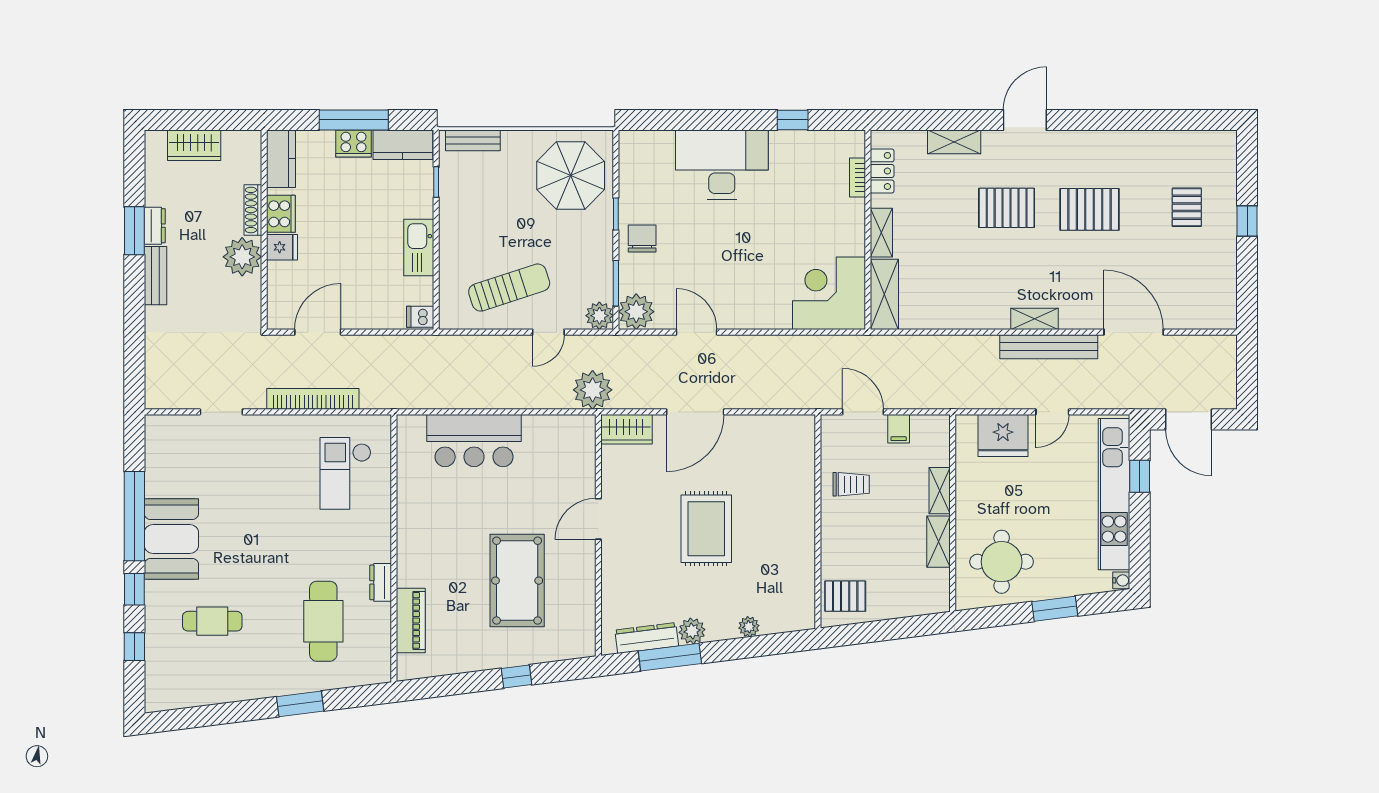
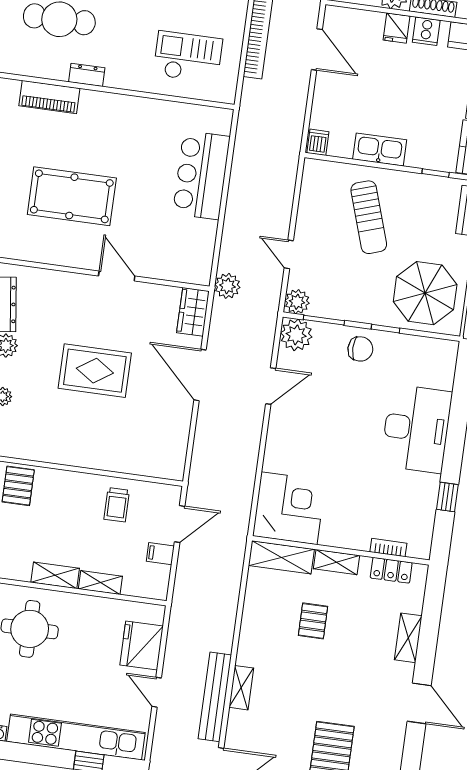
pallet: (1007, 208) -> (313, 621), moved, width x0.67, depth x0.71
cooker: (281, 214) -> (426, 31), width x0.73
sun lounger: (509, 288) -> (369, 217), moved
plant: (593, 390) -> (227, 286), width x0.73, depth x0.73

